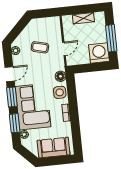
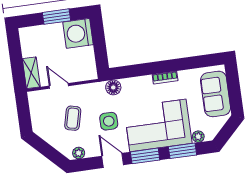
shelving: (83, 18) -> (31, 73), moved
window: (111, 38) -> (56, 17), width x0.69
door: (64, 49) -> (59, 86), moved
side table: (60, 92) -> (109, 121), moved

